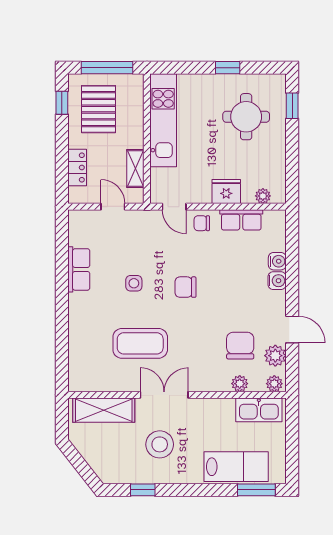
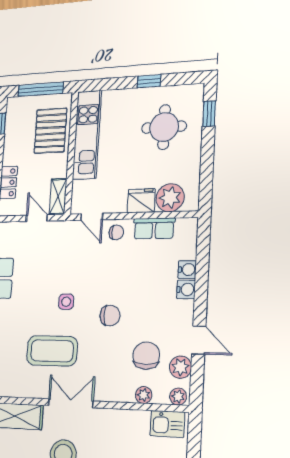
pallet: (98, 109) -> (50, 131), moved
shelving: (135, 169) -> (58, 197), moved
plant: (263, 196) -> (170, 198), width x1.87, depth x1.87
chair: (202, 223) -> (116, 232), turned 180
side table: (134, 283) -> (66, 302), moved
chair: (185, 287) -> (110, 316), moved, turned 180
kitchen sink: (259, 410) -> (167, 424), width x0.73

